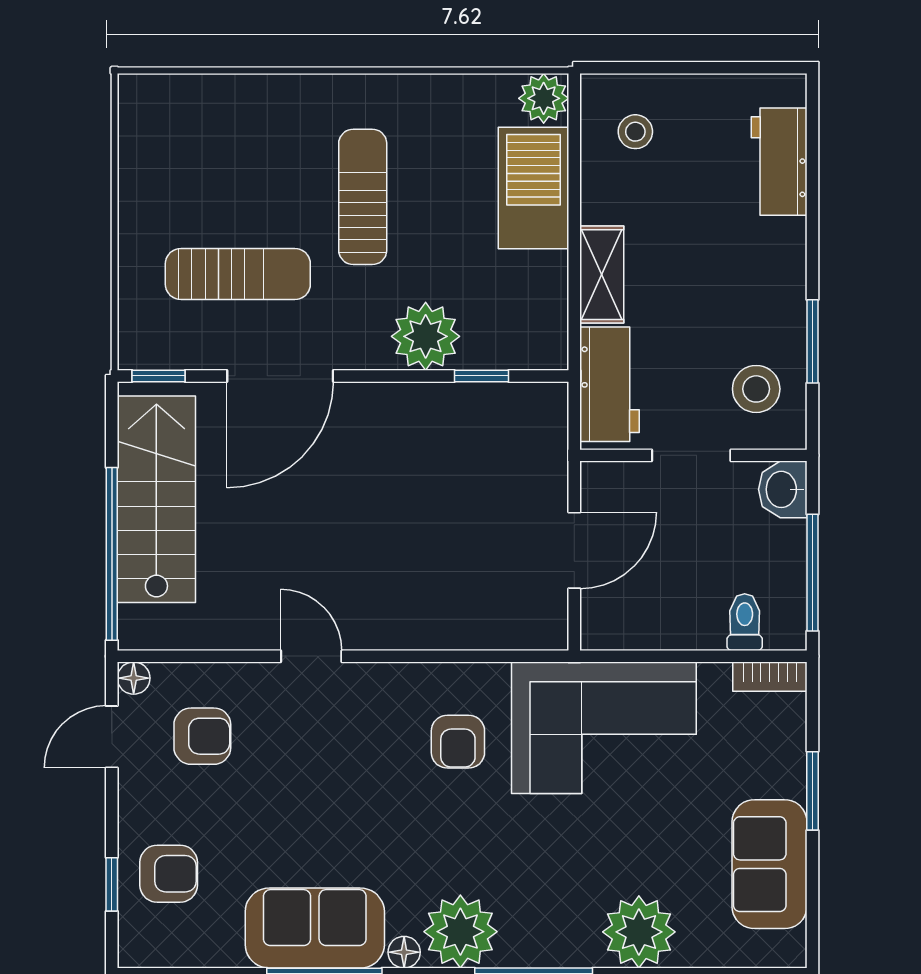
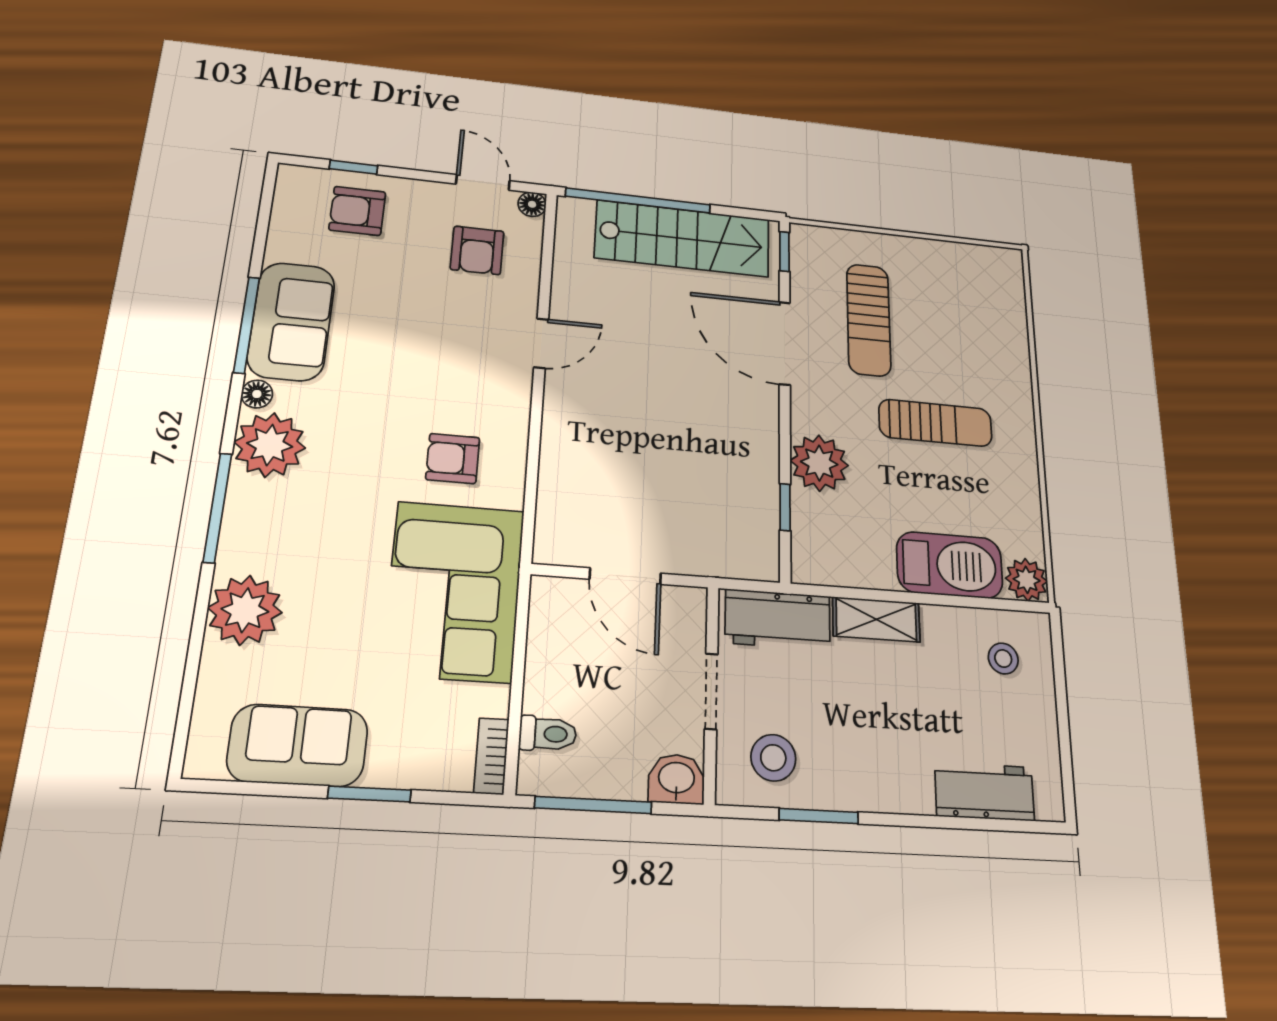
armchair: (169, 874) -> (357, 211), turned 90

